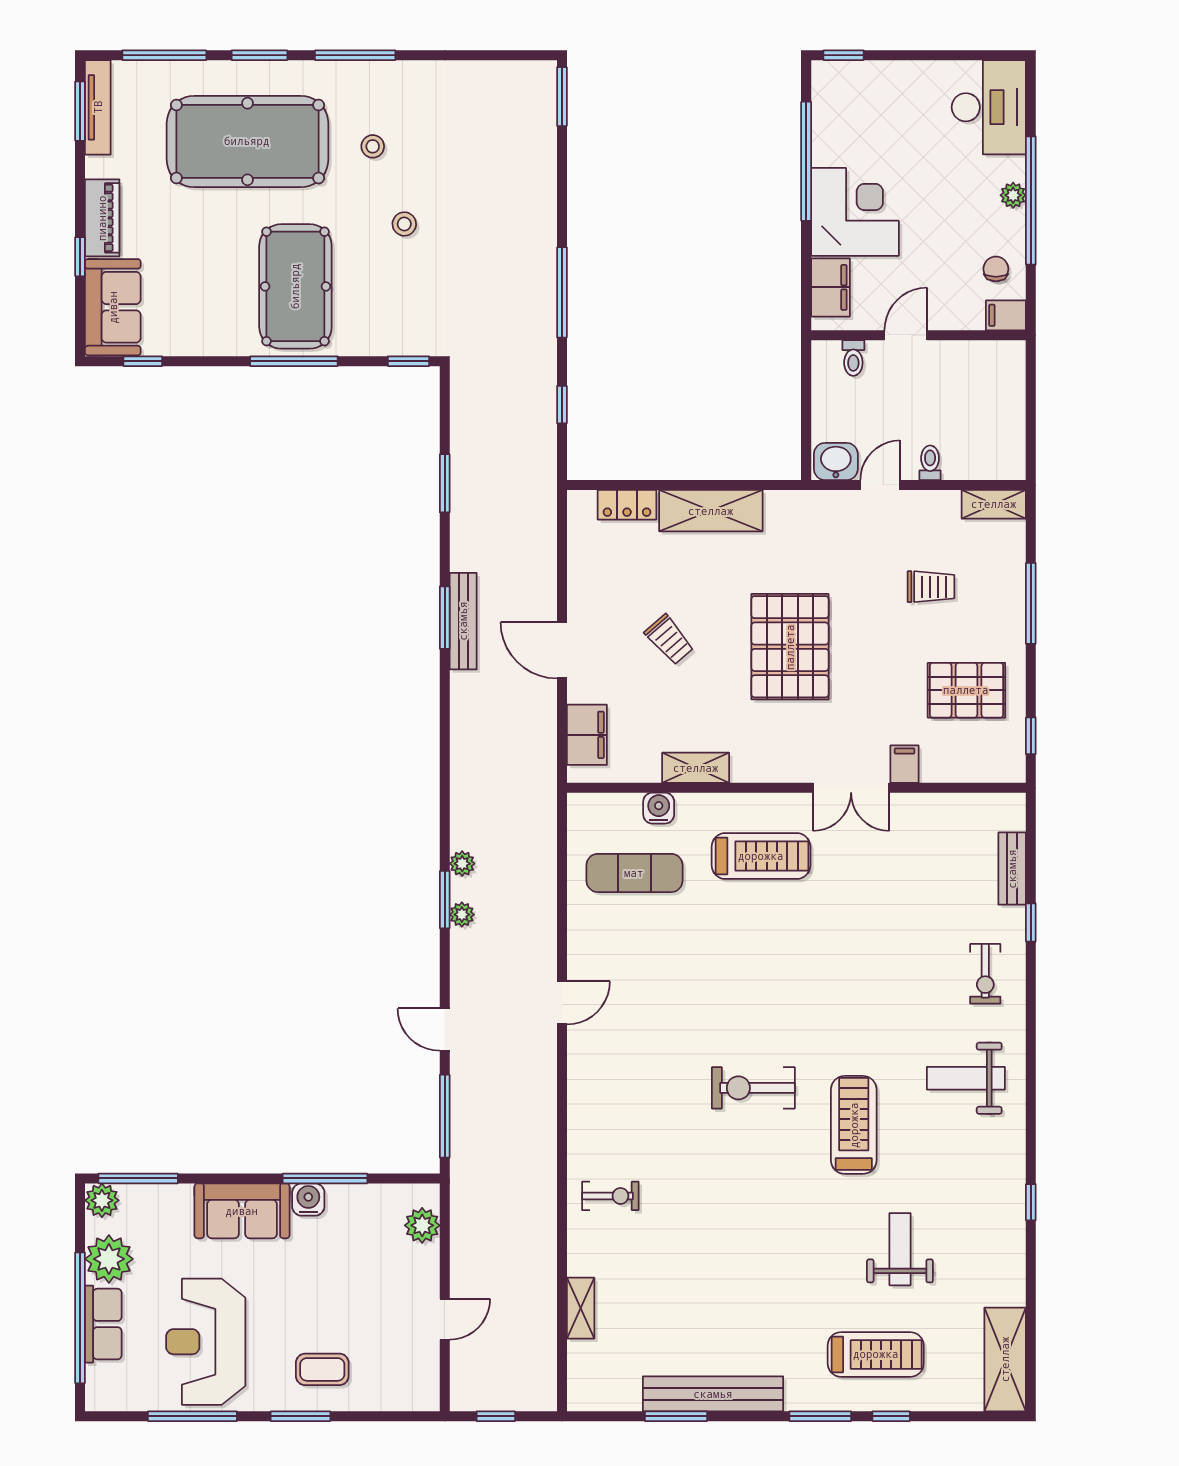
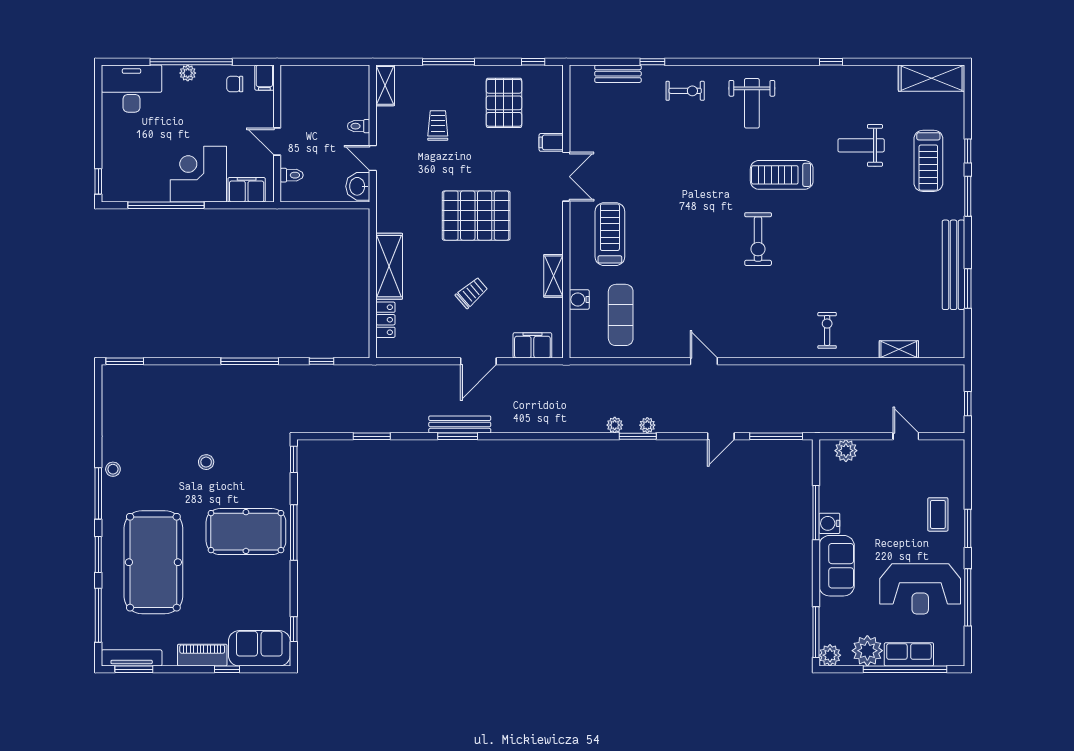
stool: (373, 146) -> (113, 469), moved
treadmill: (876, 1354) -> (928, 161), turned 180

